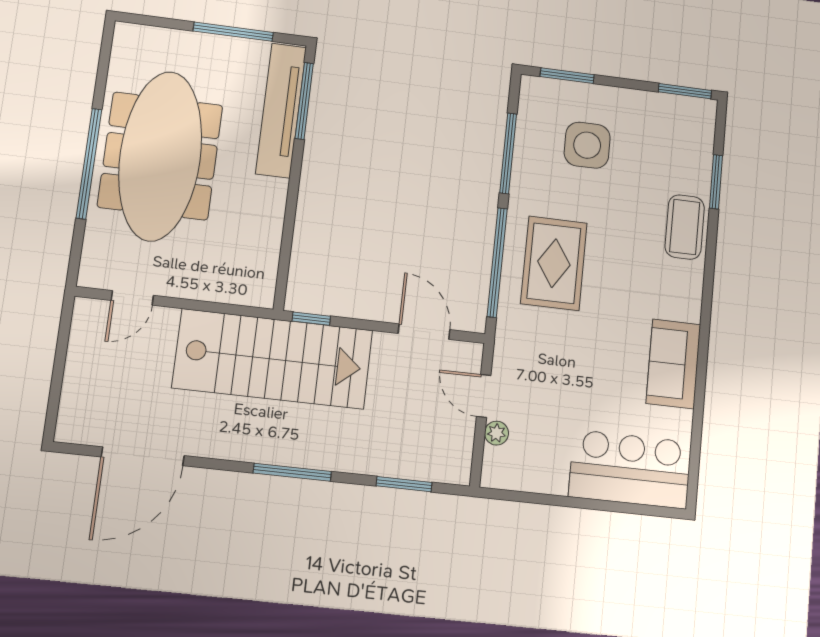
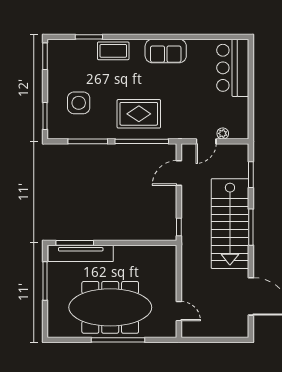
stairs: (273, 359) -> (230, 224), moved, turned 180
sofa: (673, 364) -> (166, 51), moved

